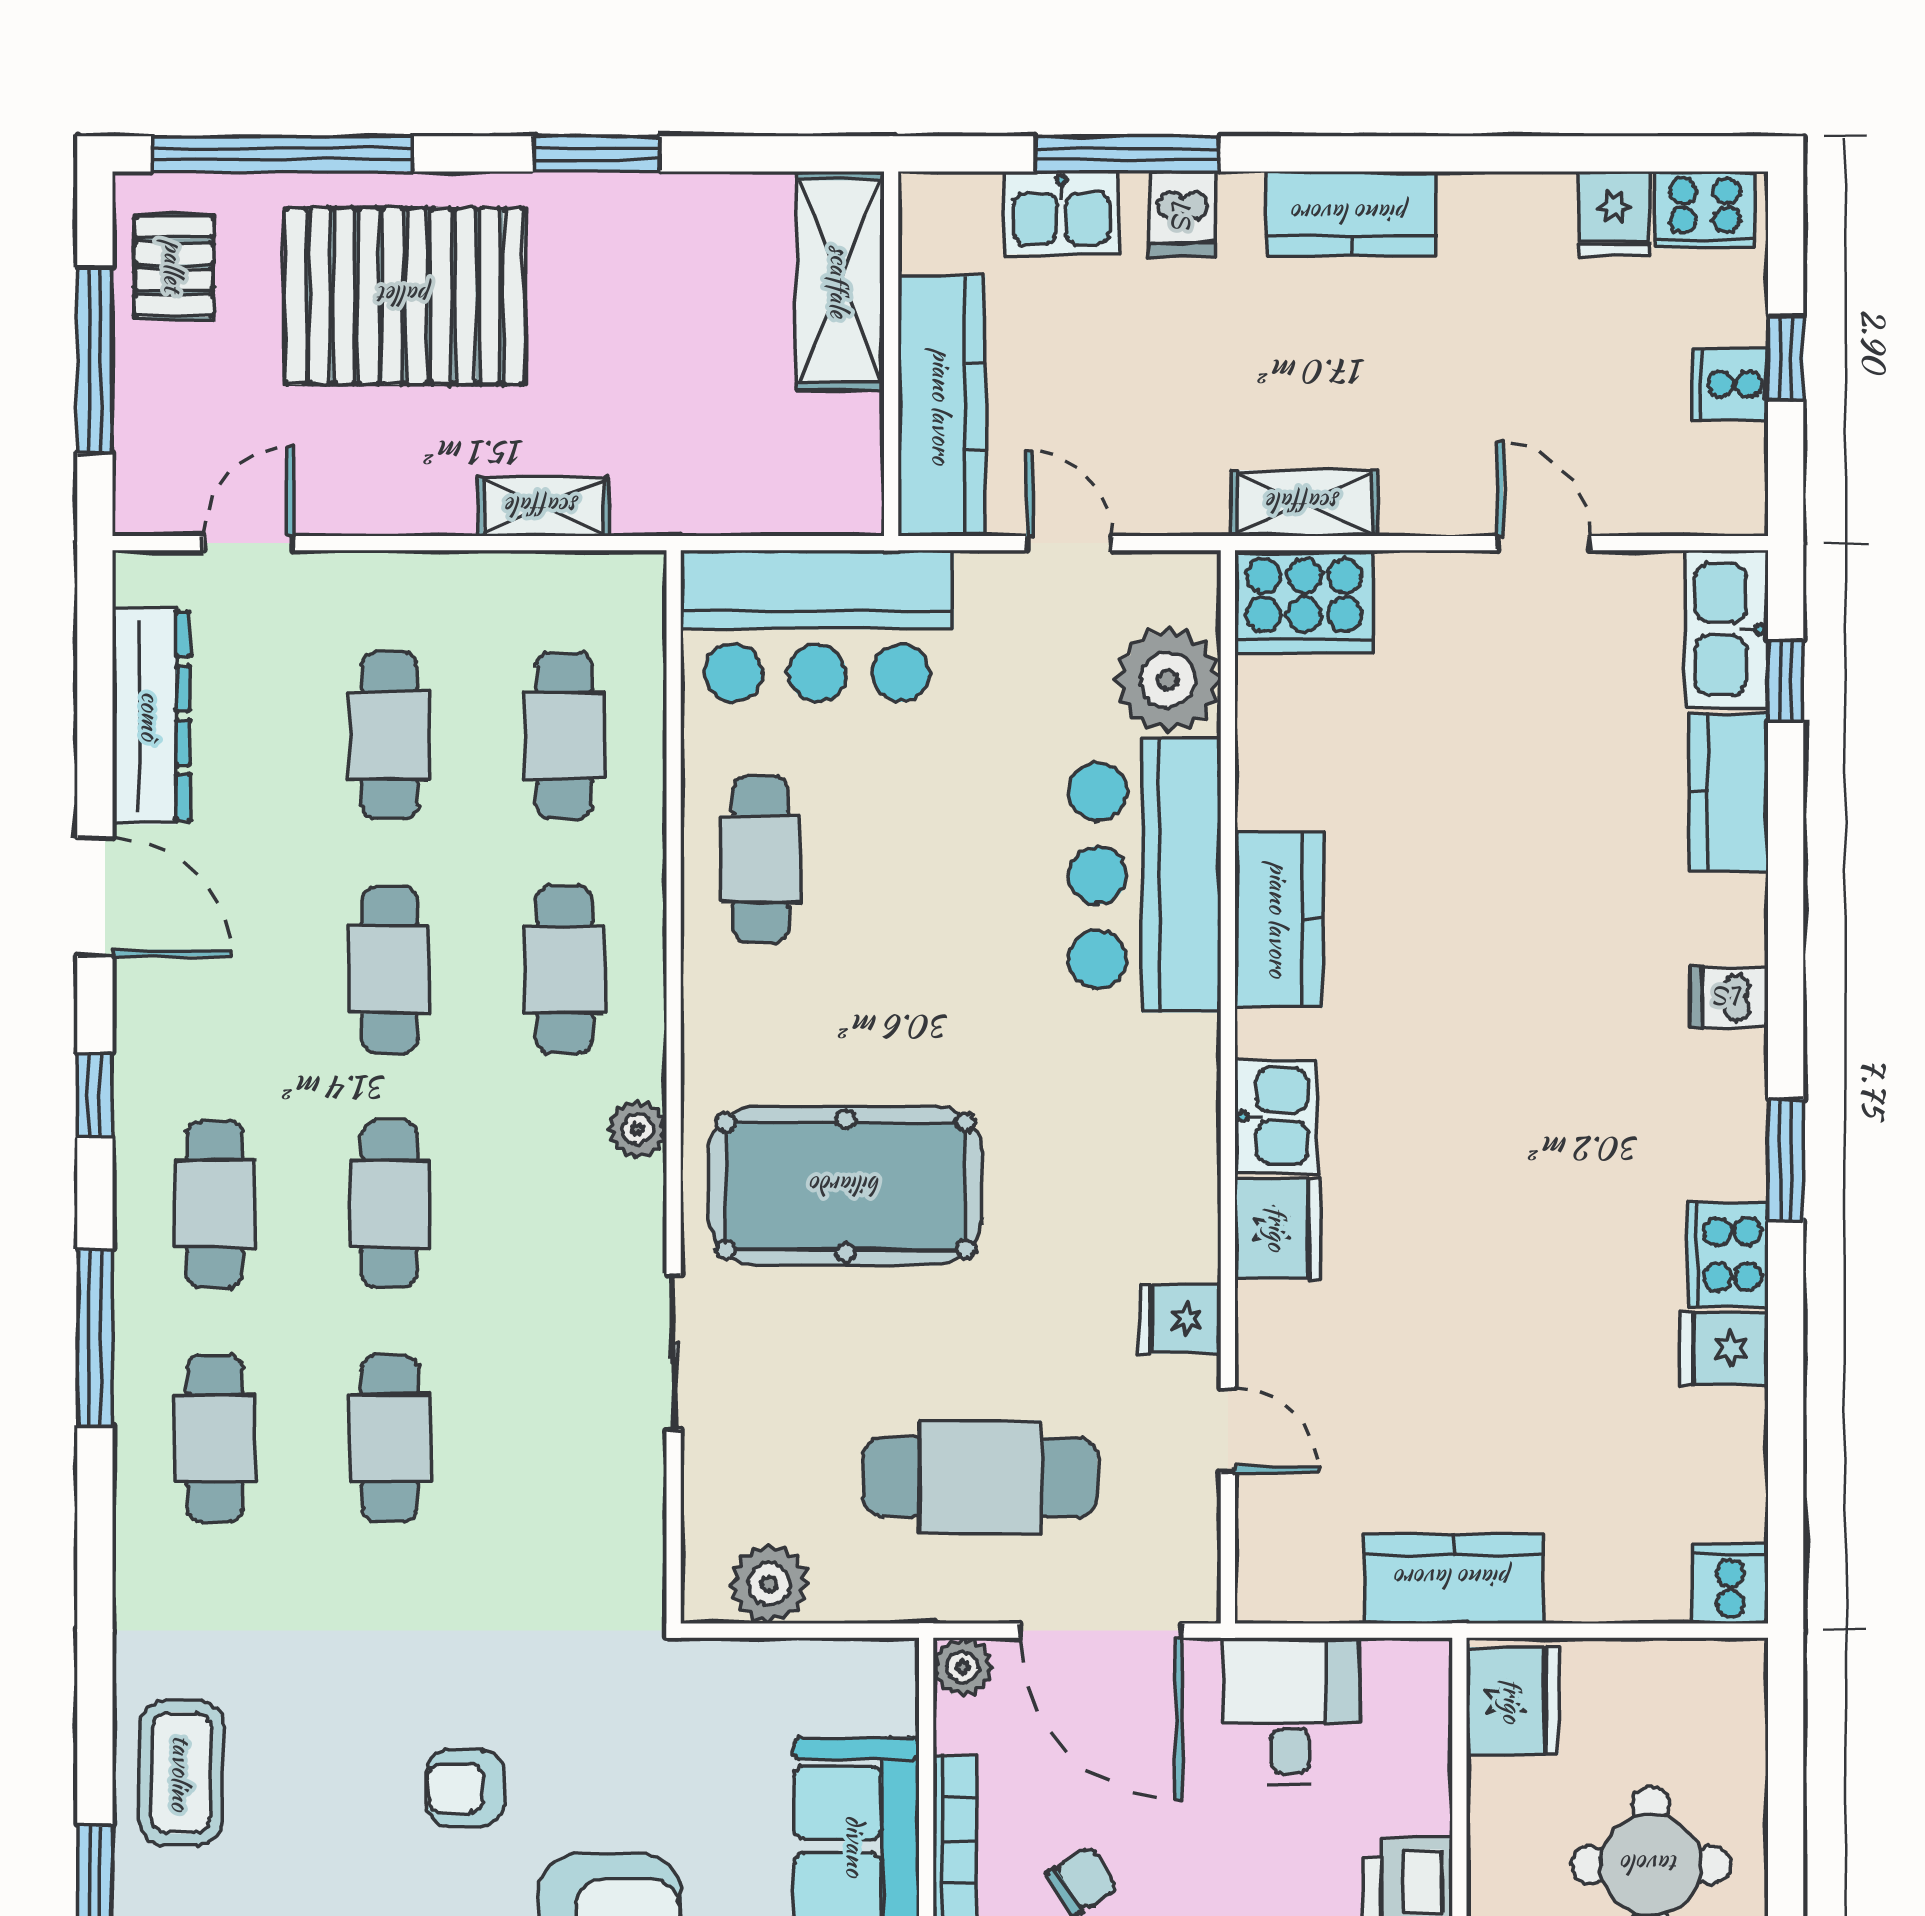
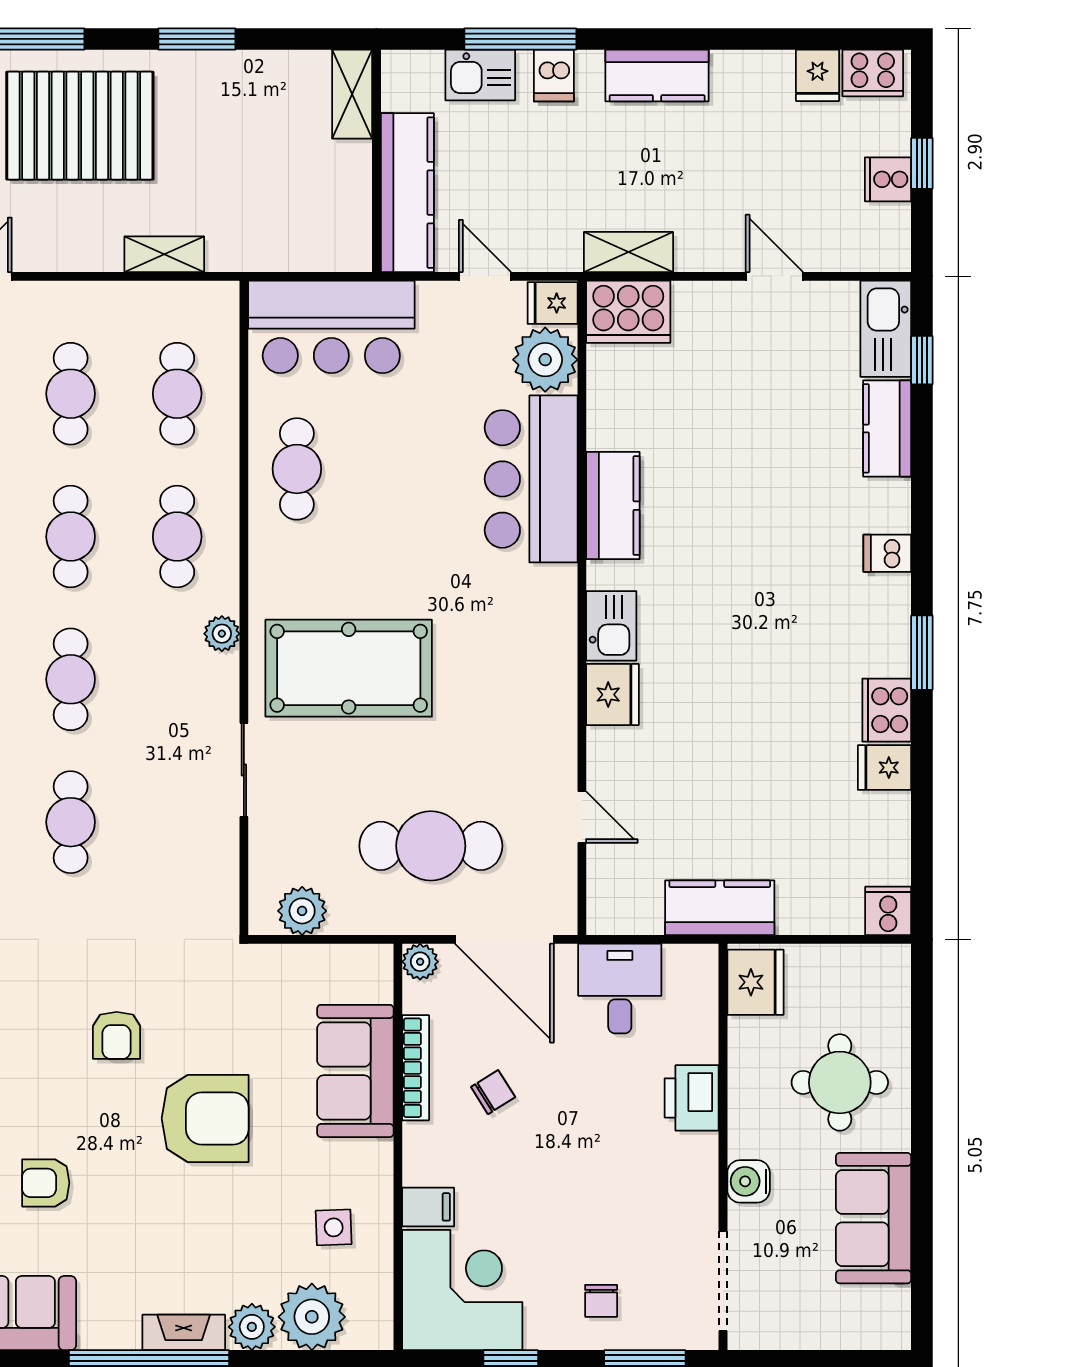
shelving: (840, 281) -> (352, 94), width x0.67, depth x0.75
fridge: (1180, 1319) -> (553, 303), moved
armchair: (465, 1788) -> (117, 1035), turned -90

